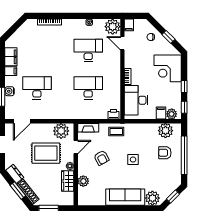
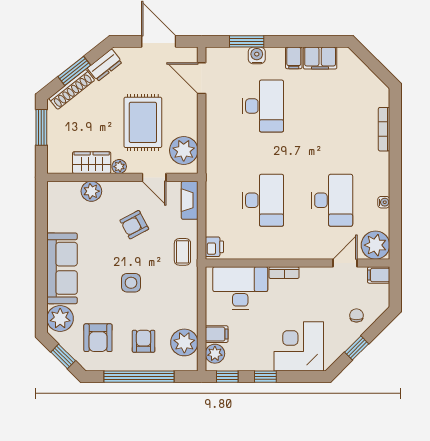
armchair: (163, 178) -> (98, 338), added

